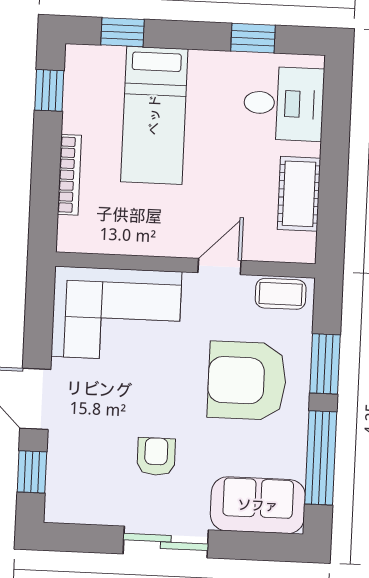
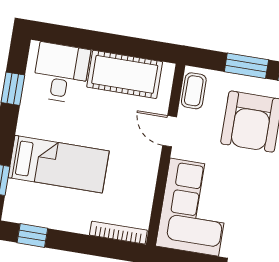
bookcase: (69, 175) -> (118, 233), moved
cot: (299, 194) -> (125, 74), width x1.37, depth x1.34

